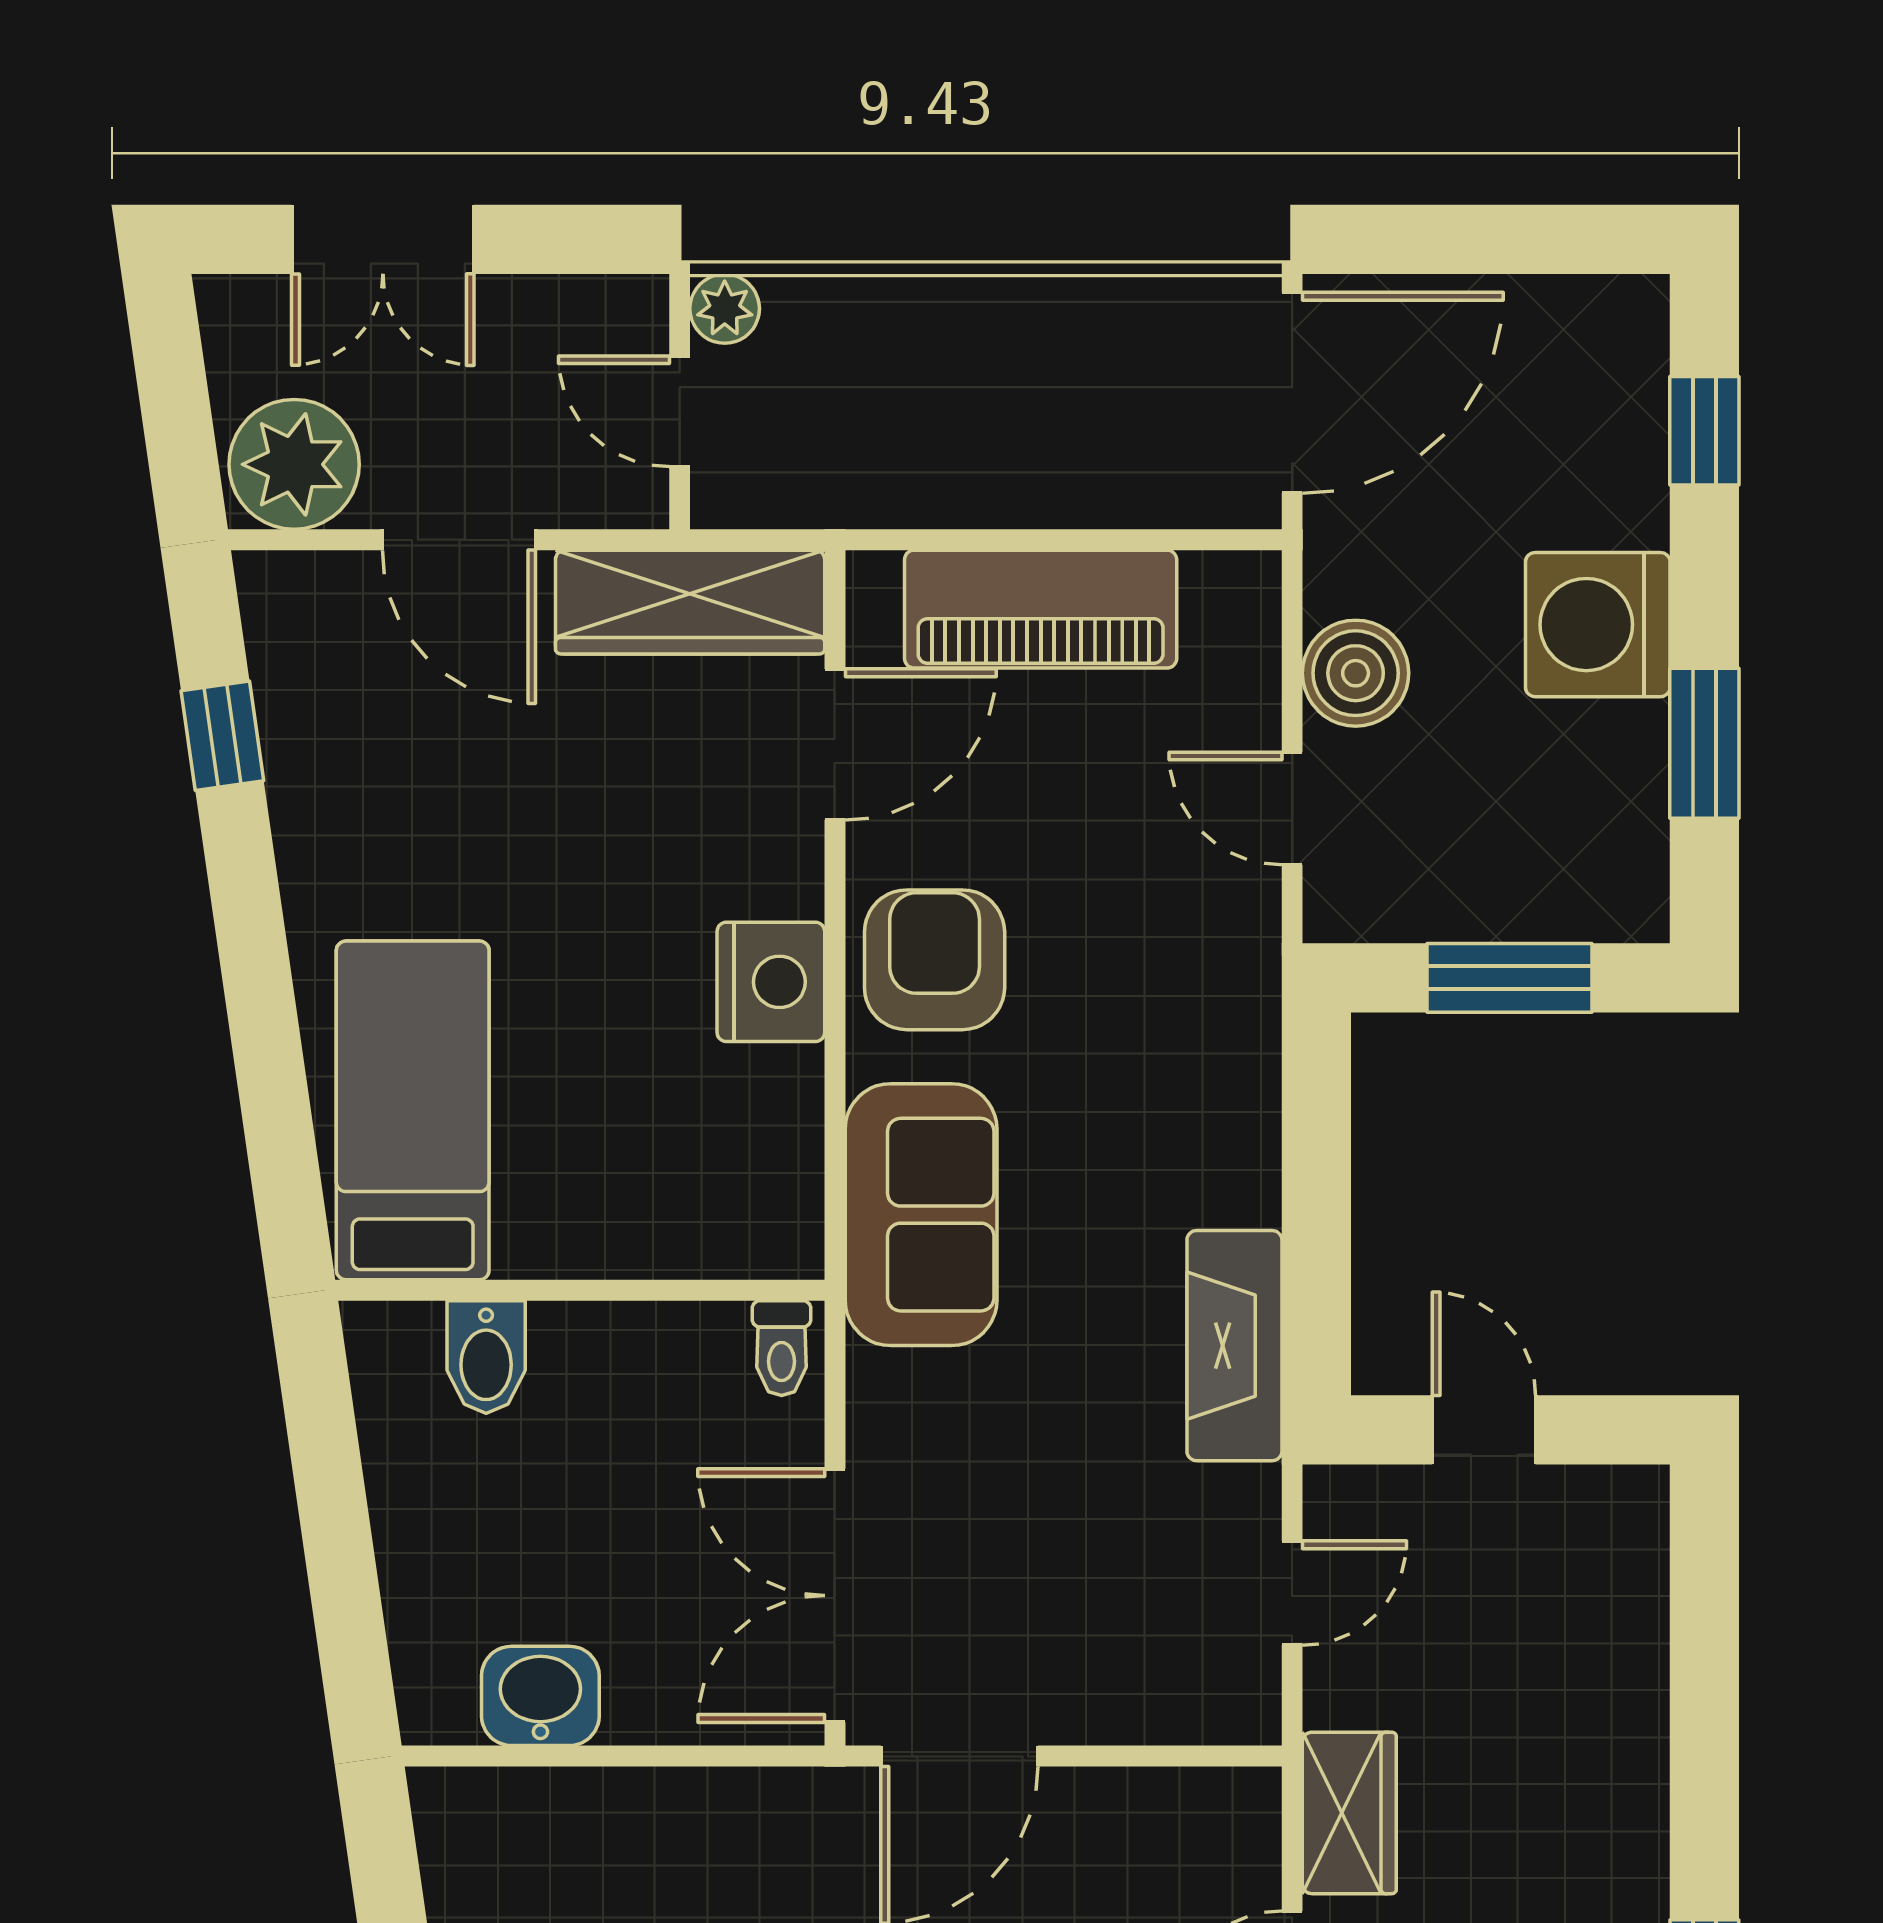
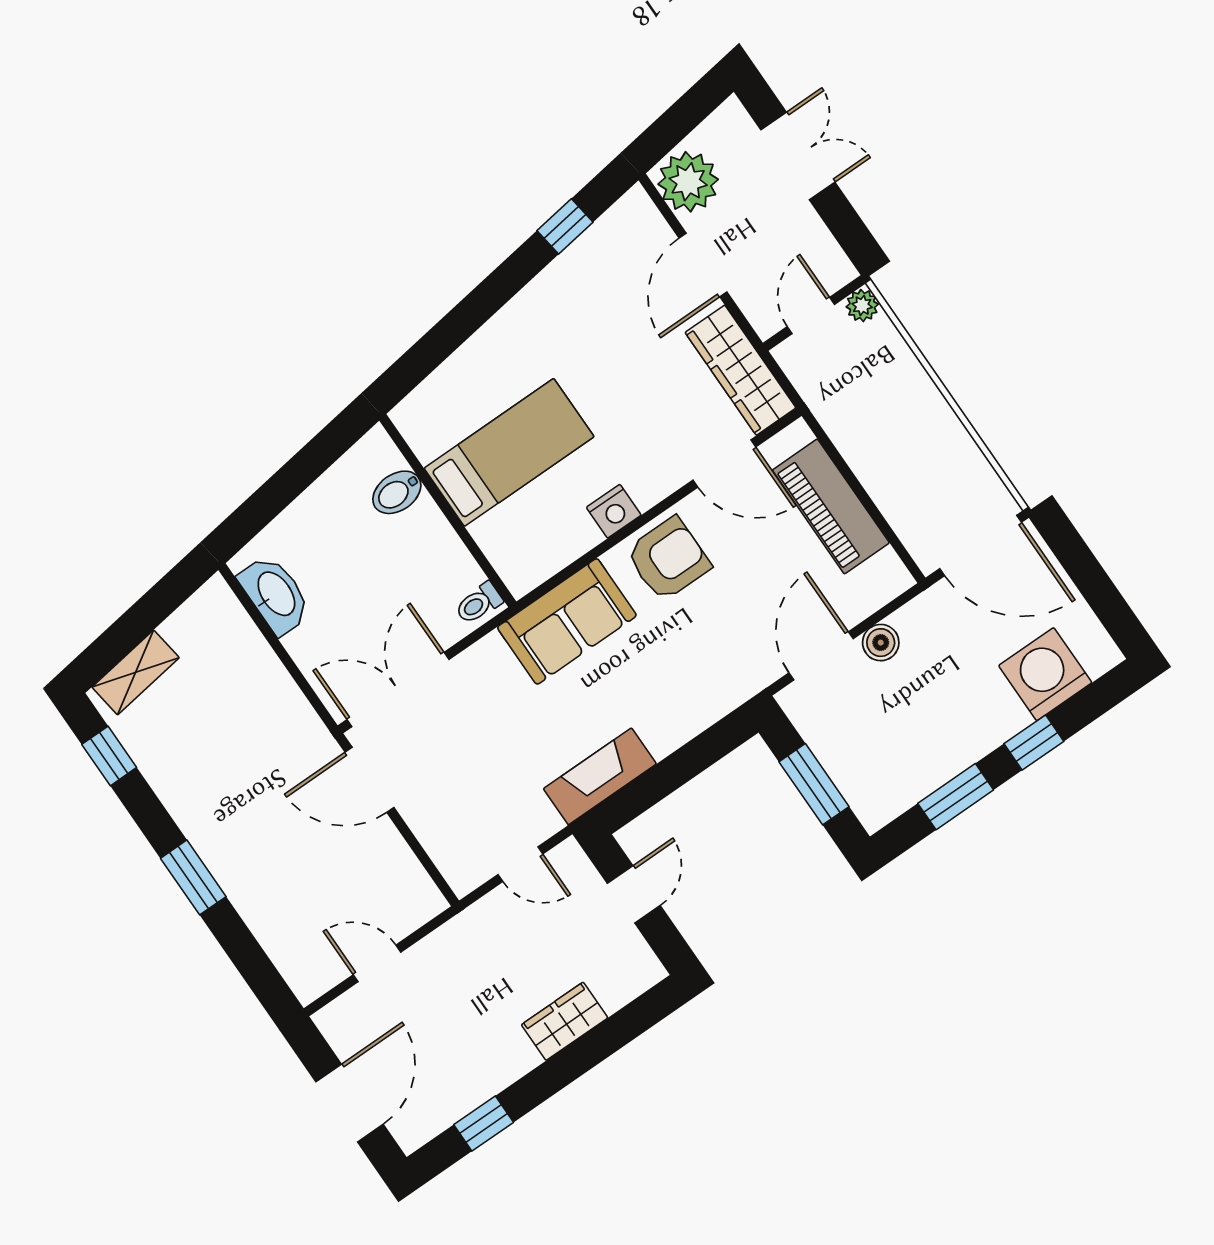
double door: (383, 239) -> (798, 156), swing flipped
window: (1704, 431) -> (1034, 742), moved
washing machine: (1598, 625) -> (1045, 674), moved
boiler: (1356, 673) -> (881, 643), width x0.73, depth x0.73
door: (1292, 809) -> (821, 656), width x1.38
nightstand: (771, 982) -> (614, 511), width x0.74, depth x0.75
bed: (413, 1110) -> (509, 452), moved
washbasin: (540, 1696) -> (275, 595), width x1.38
wardrobe: (1349, 1813) -> (565, 1021), moved, turned 180

